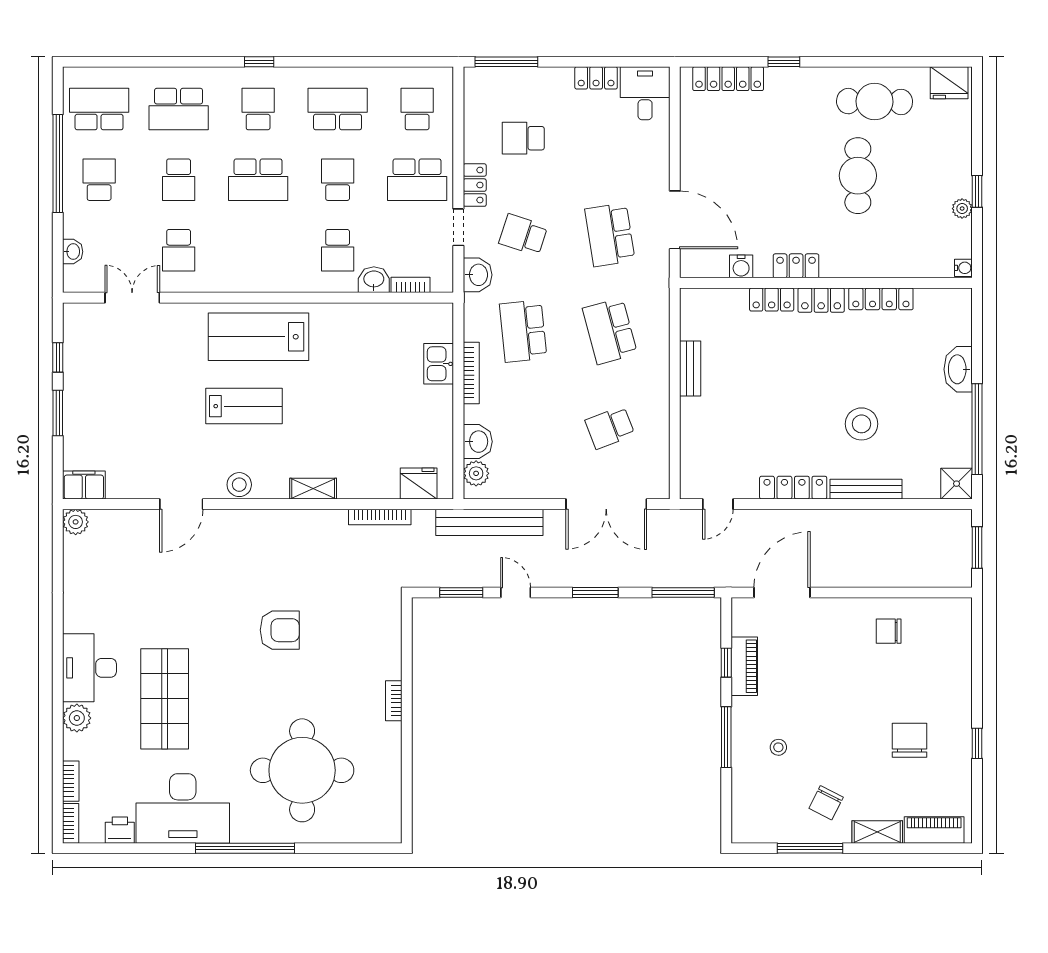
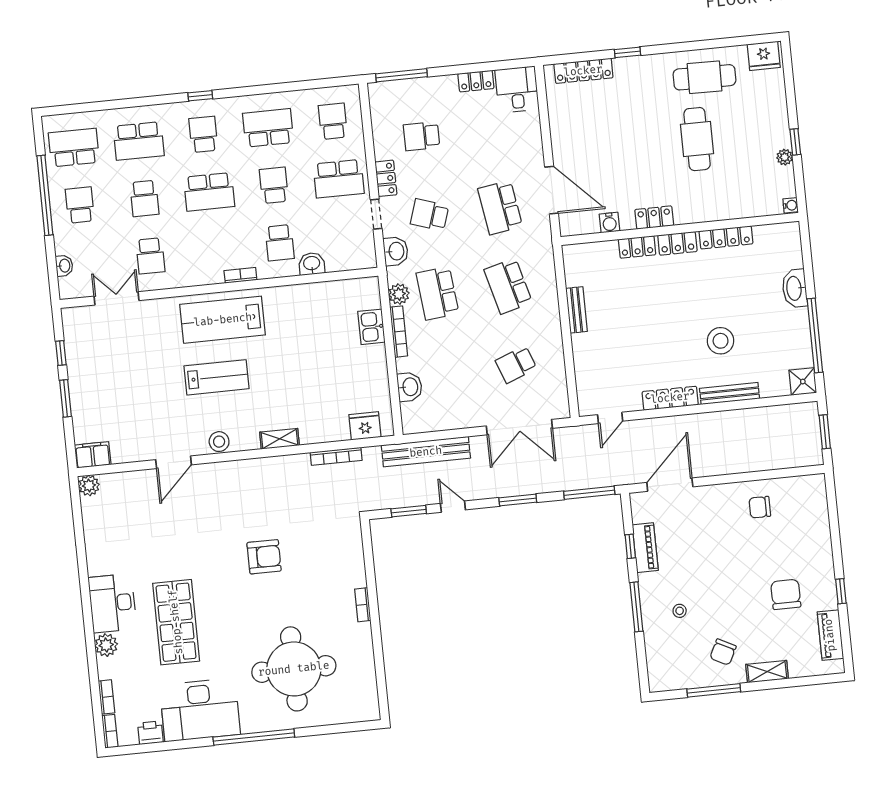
bookcase: (411, 285) -> (240, 275), moved
plant: (476, 473) -> (399, 294), moved
piano: (934, 830) -> (830, 635), moved, turned -90

